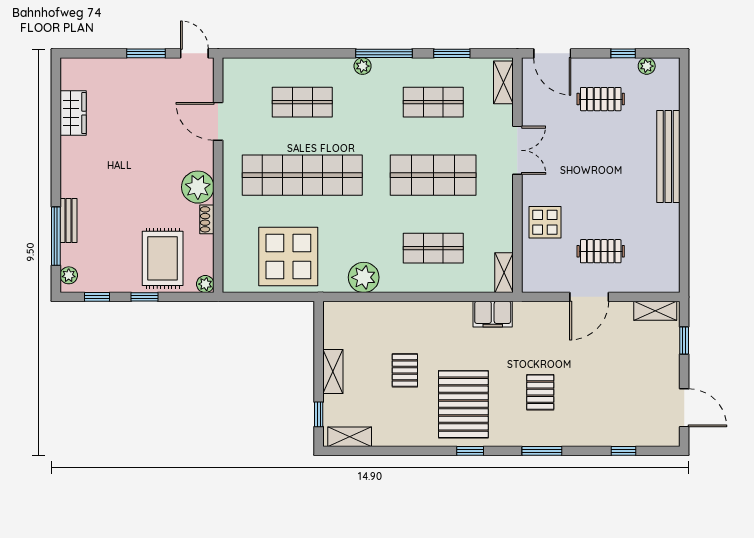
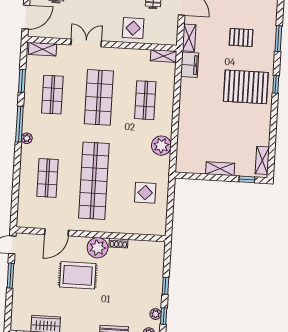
display table: (288, 257) -> (145, 193), width x0.54, depth x0.54
rug: (163, 258) -> (78, 275), moved
plant: (205, 284) -> (156, 314), moved
shelving: (535, 311) -> (189, 38), added
pallet: (405, 370) -> (222, 123), removed

